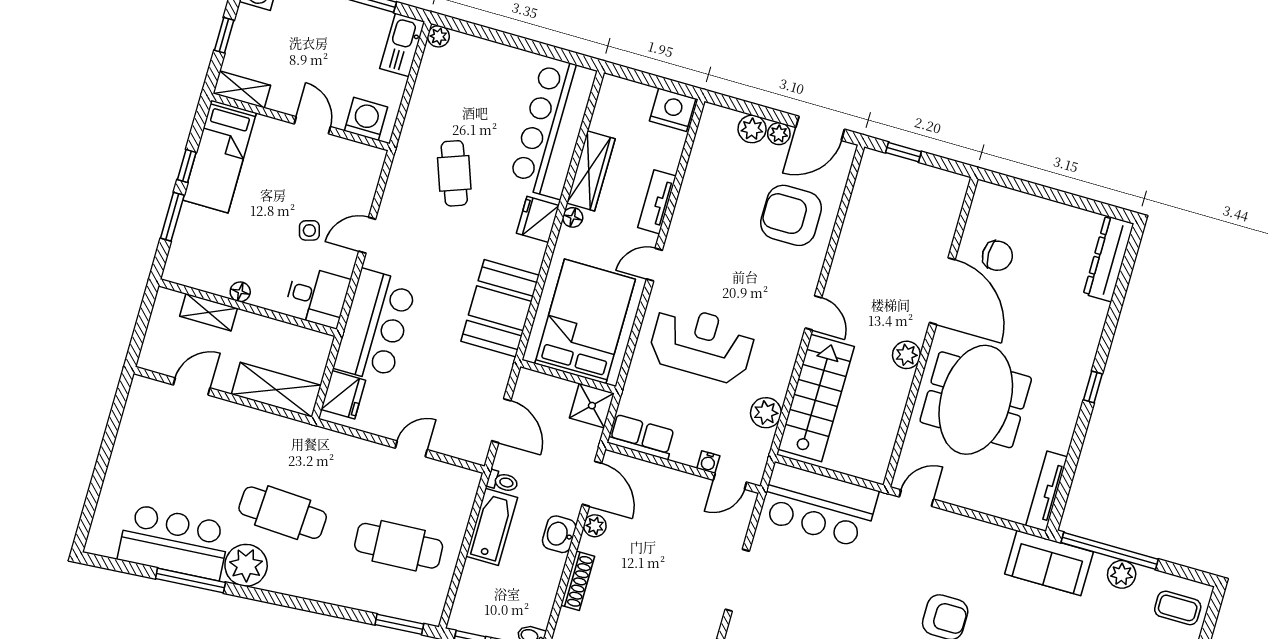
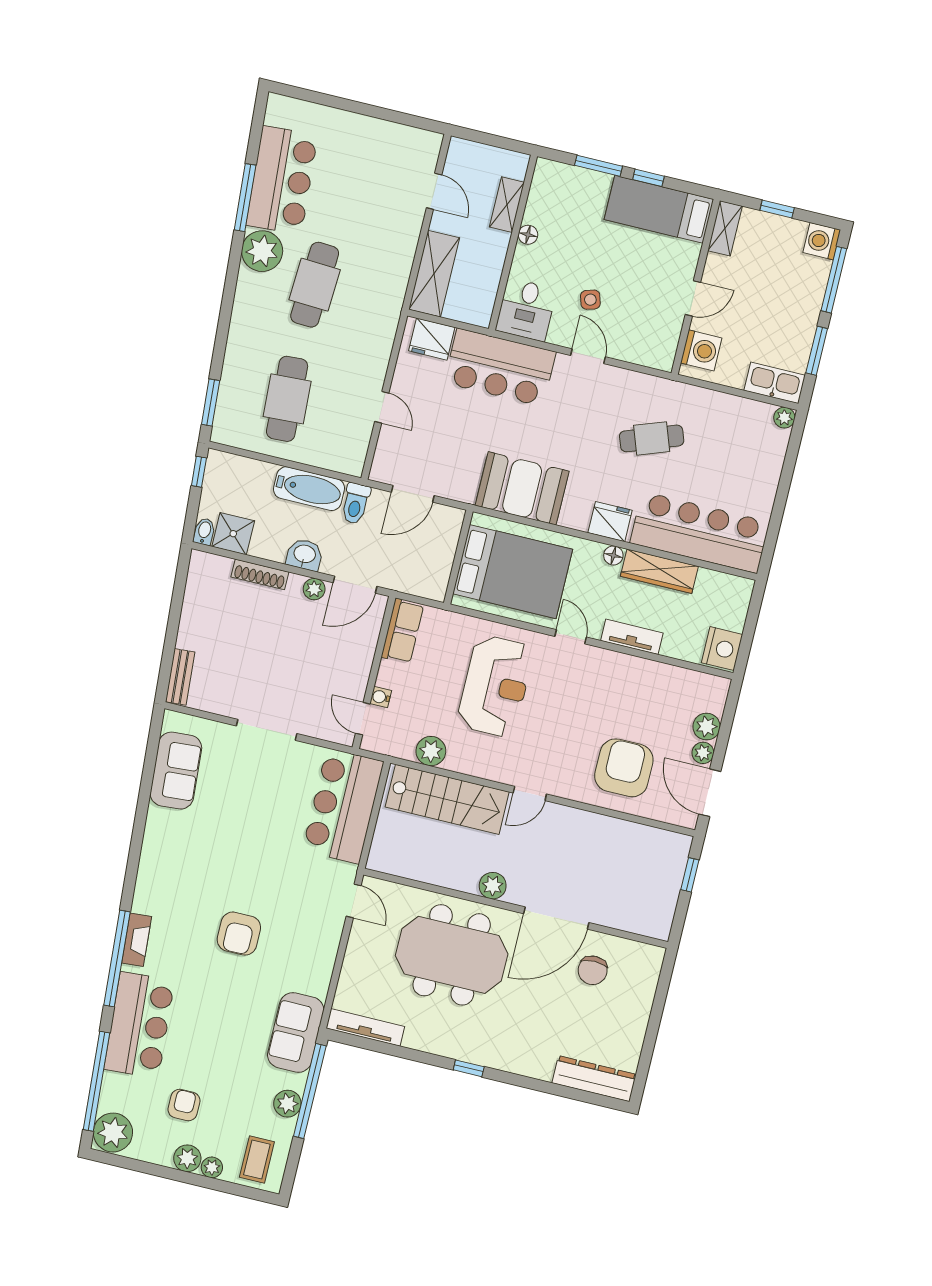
shower: (592, 406) -> (233, 534), moved
toilet: (502, 481) -> (356, 503), width x1.37, depth x1.39

